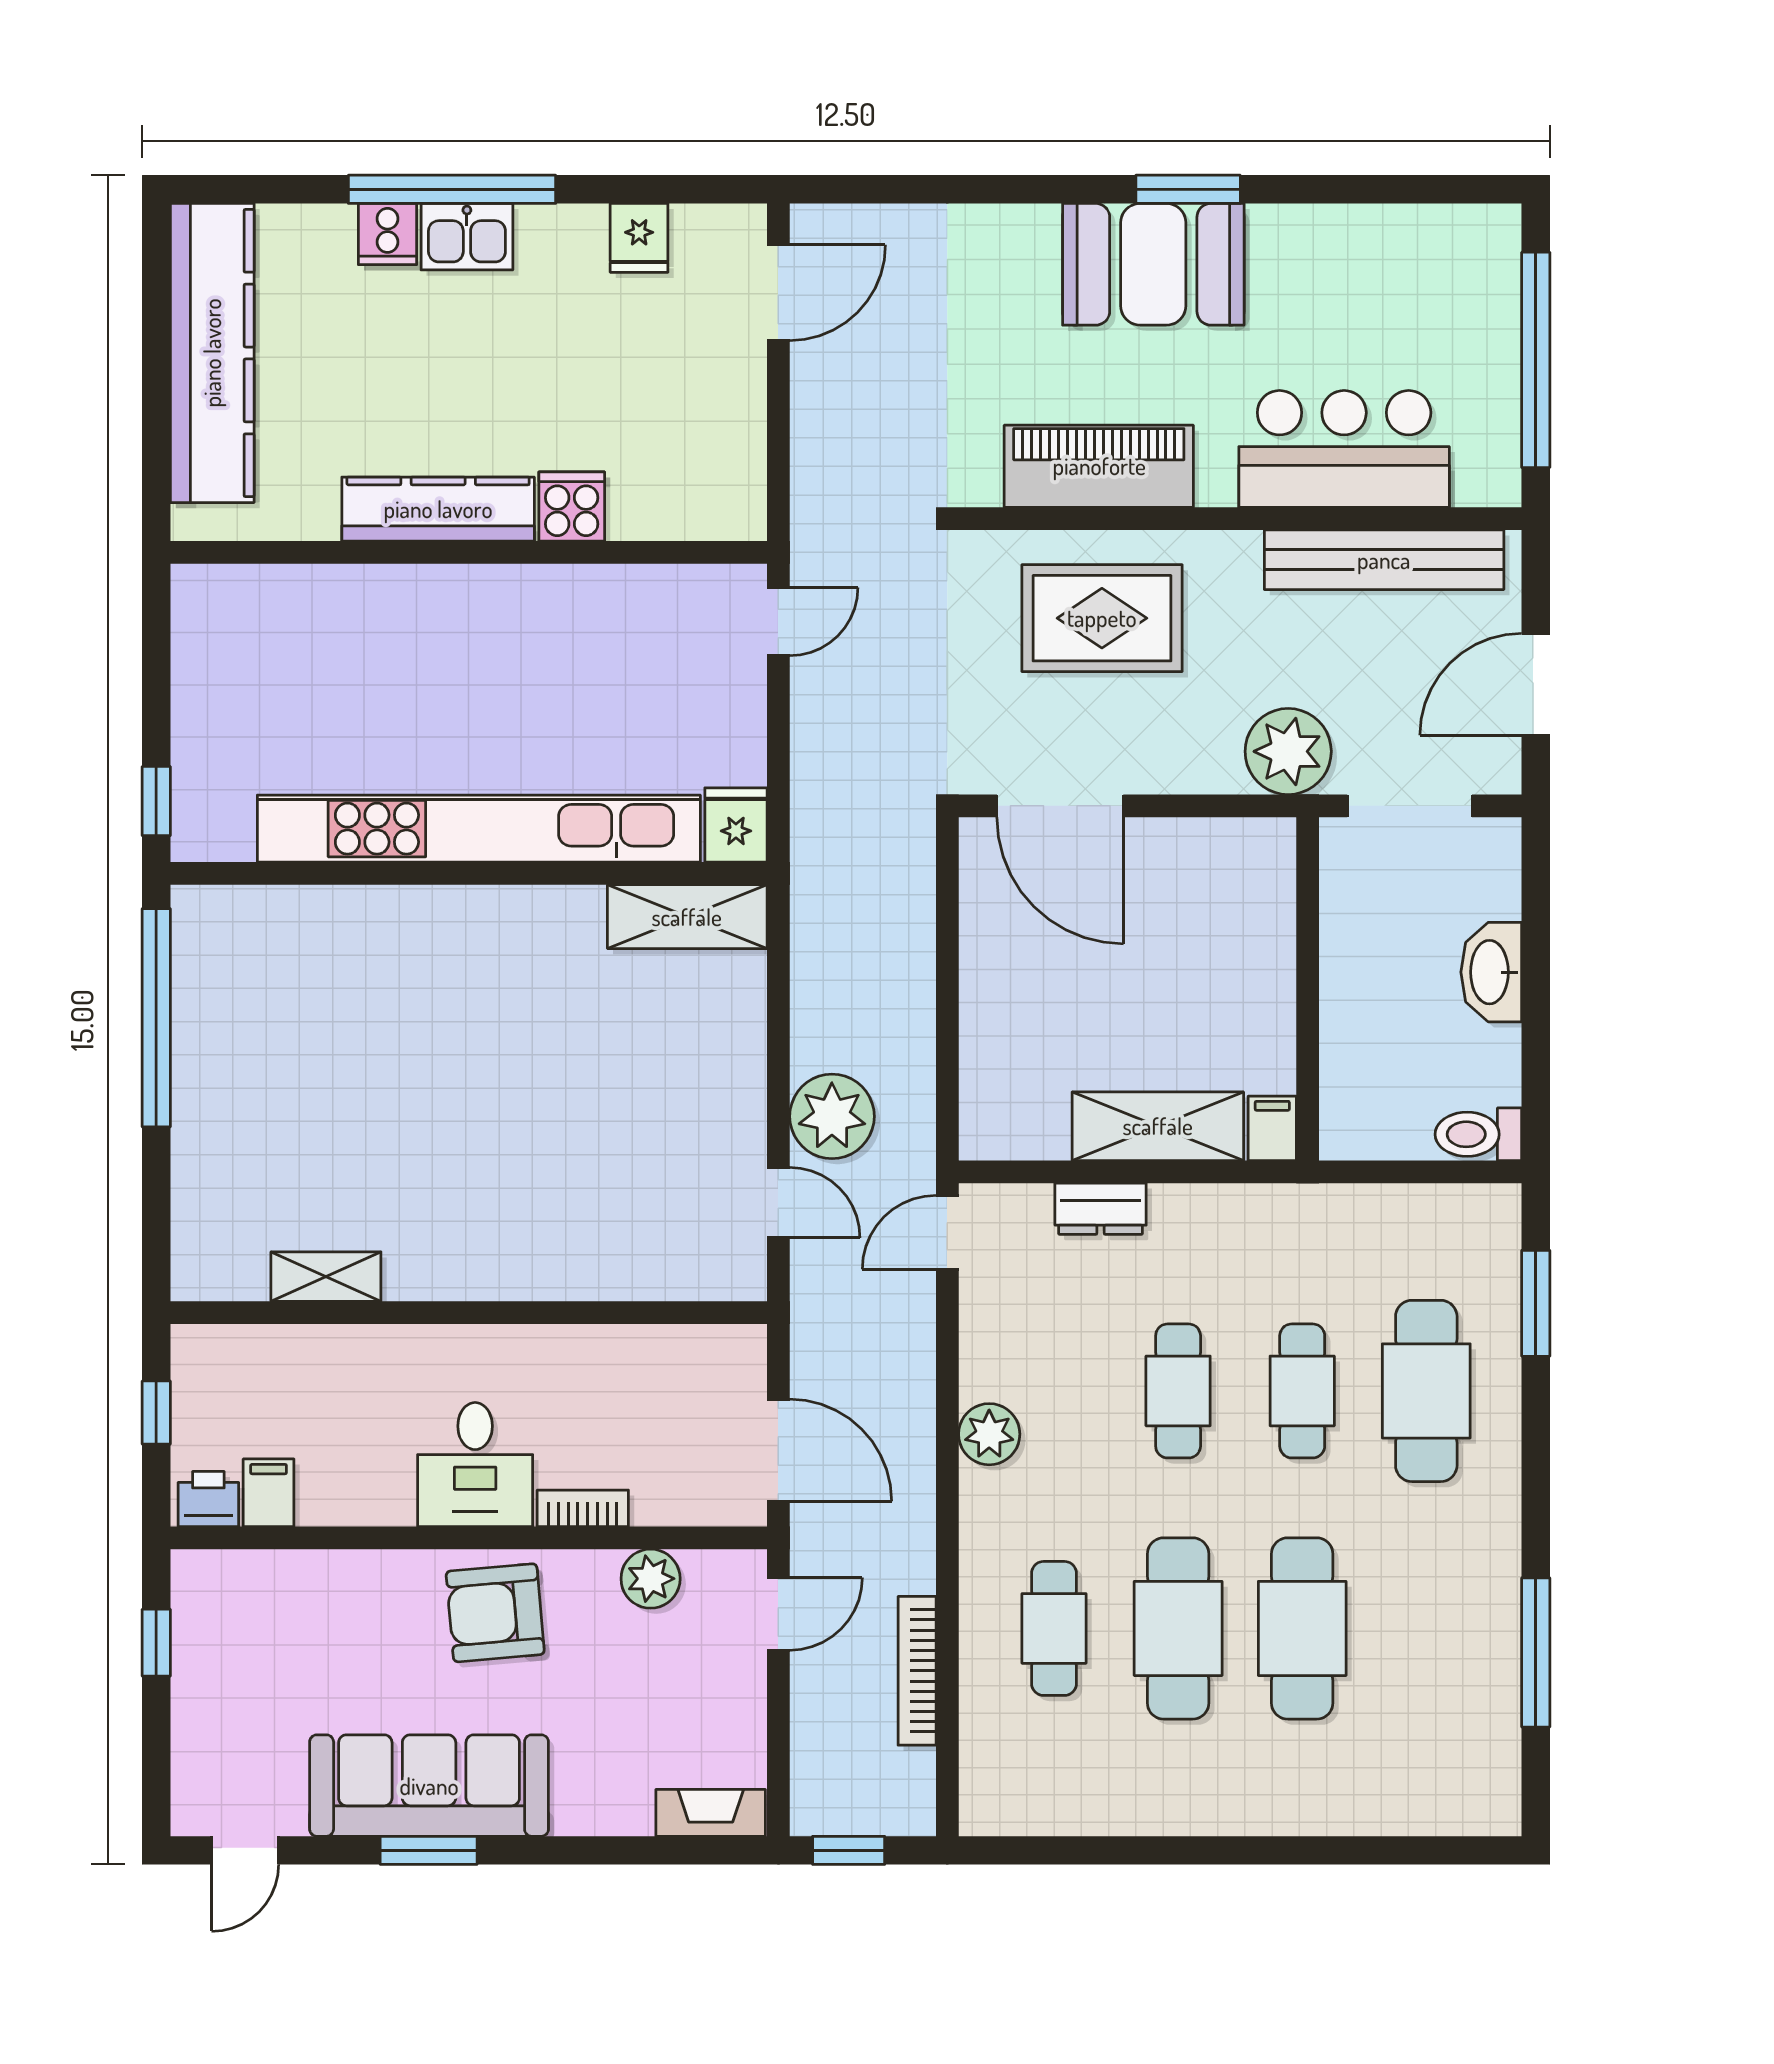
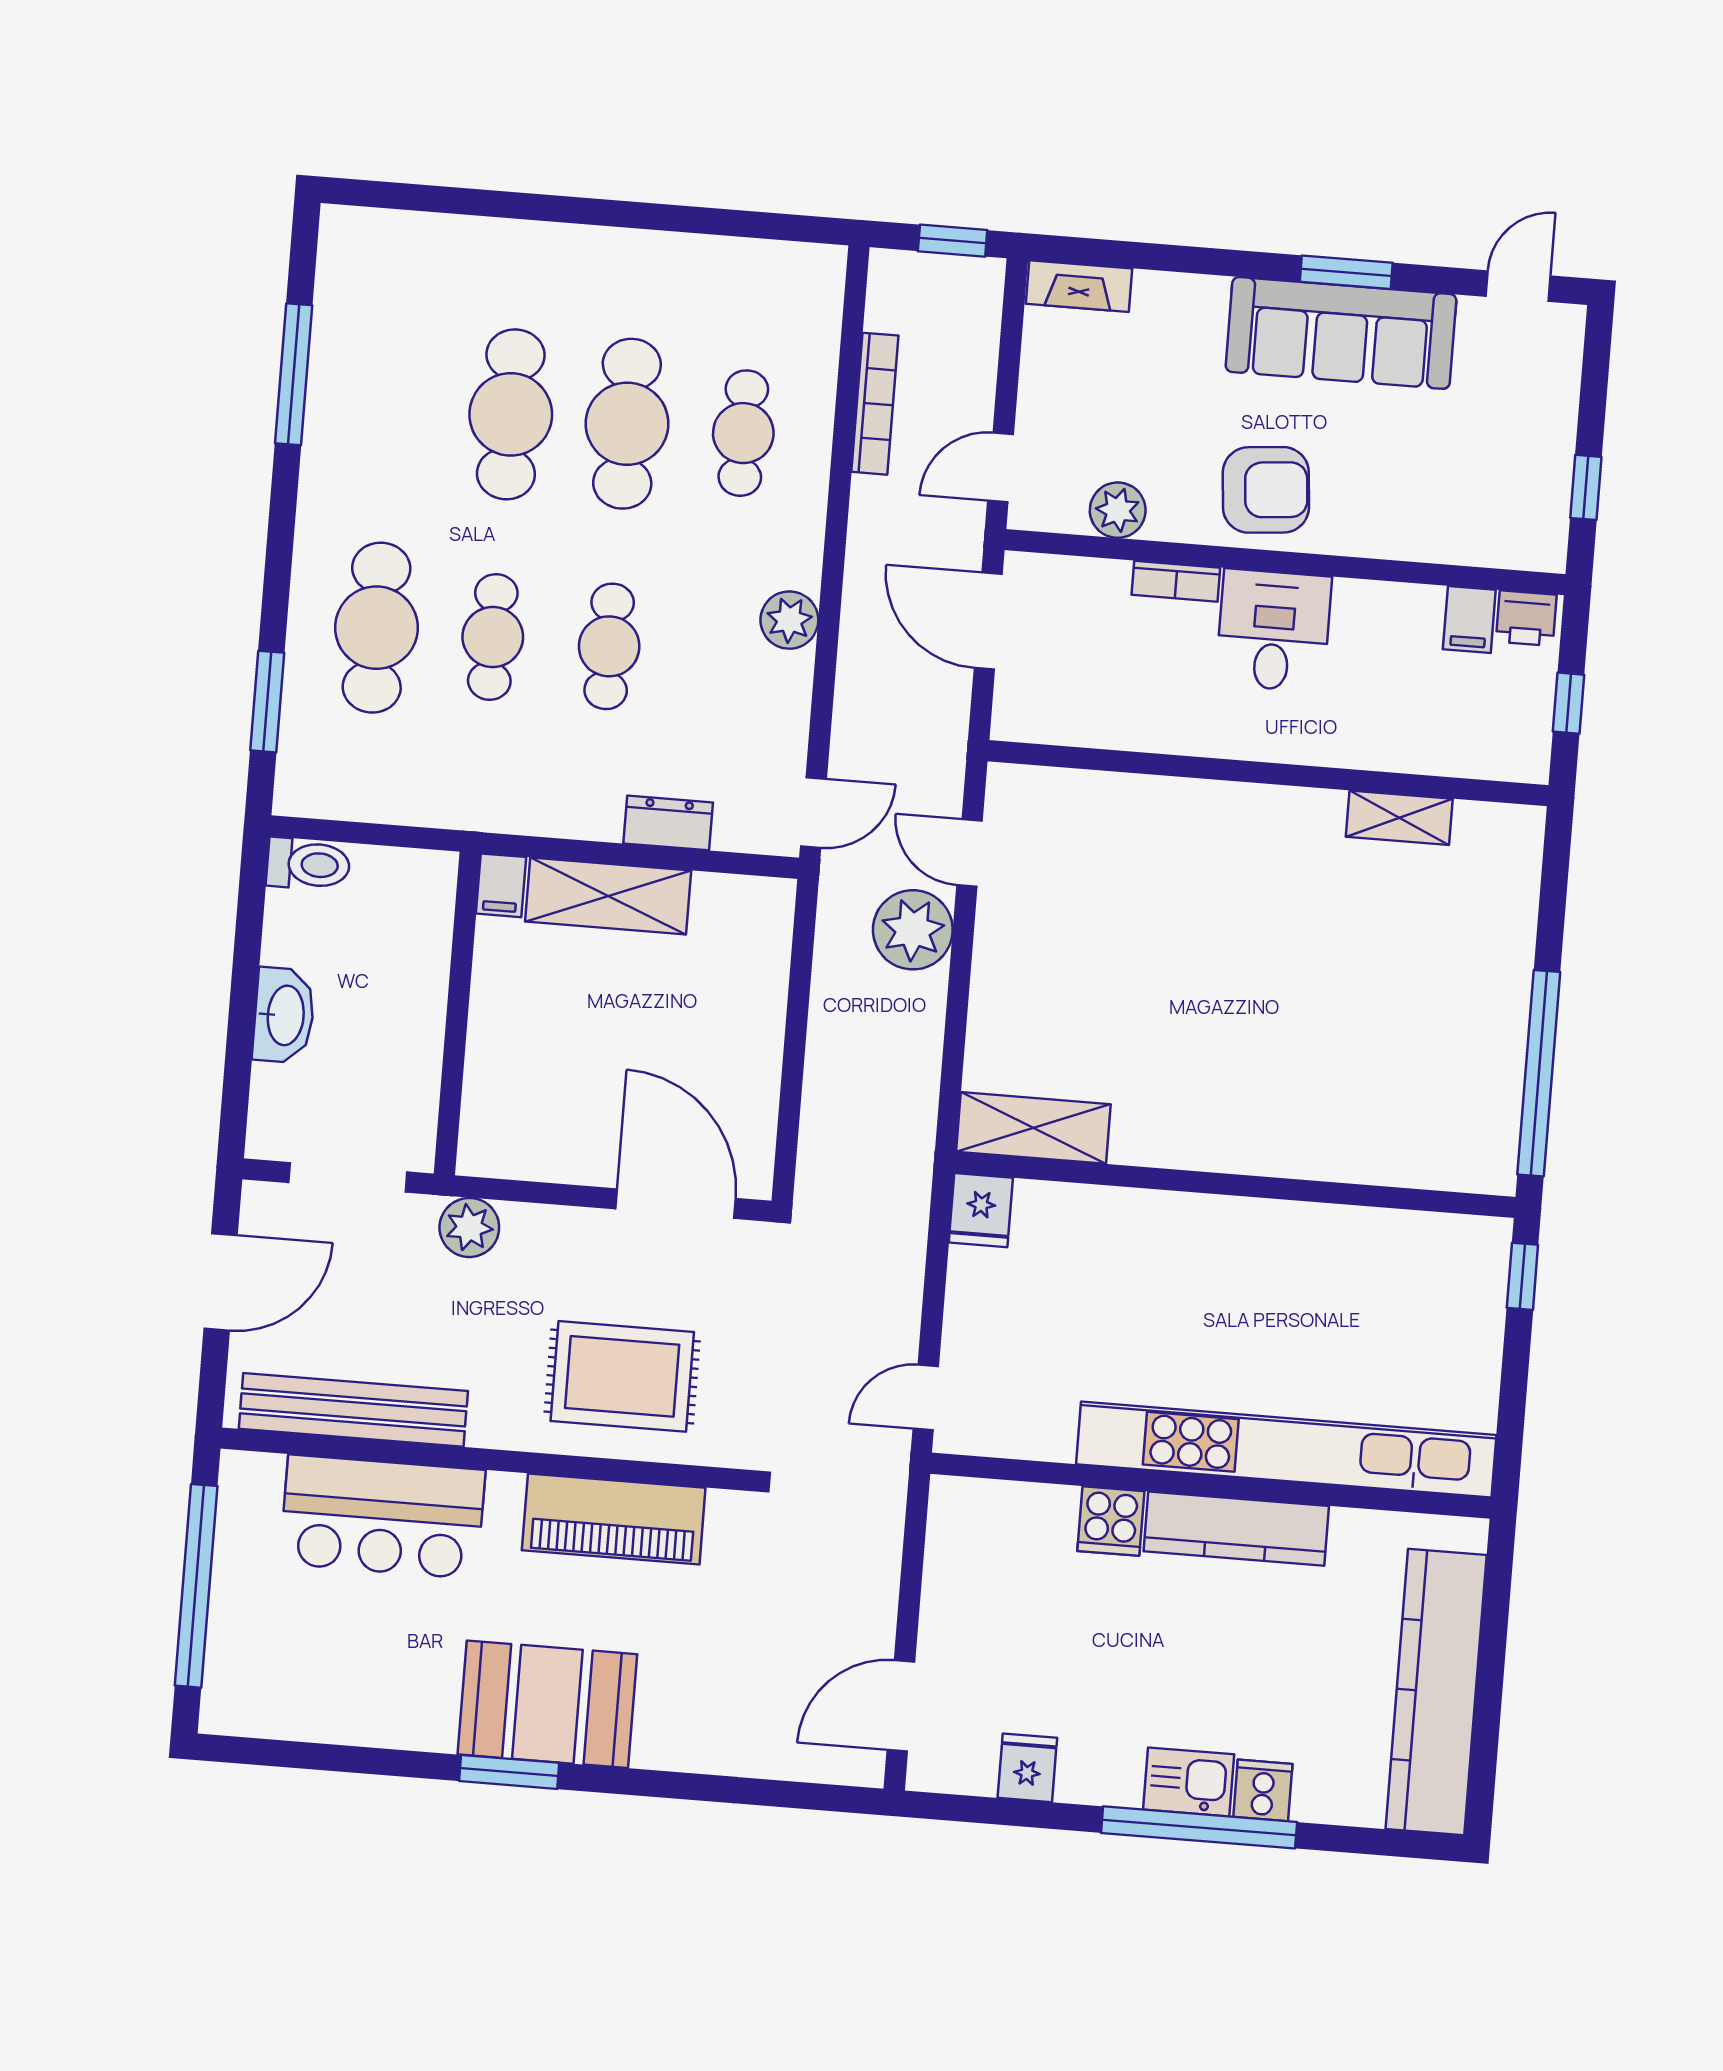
plant: (1288, 751) -> (469, 1227), width x0.73, depth x0.73
kitchen unit: (479, 829) -> (1286, 1450), moved, turned 180

